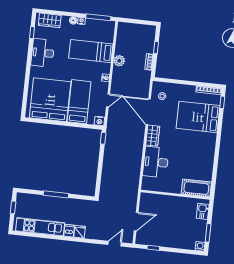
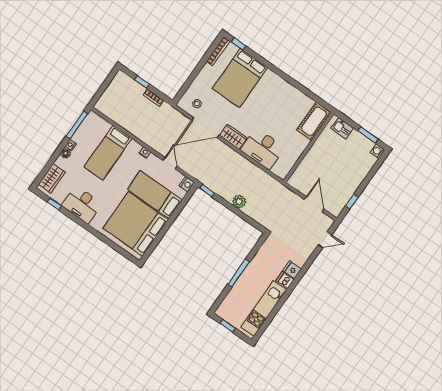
plant: (119, 61) -> (239, 202), moved
door: (115, 244) -> (325, 240), swing flipped

